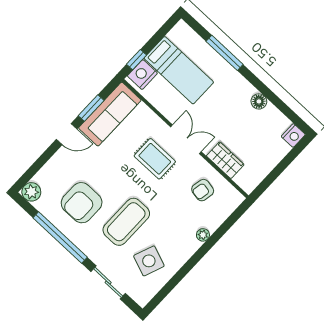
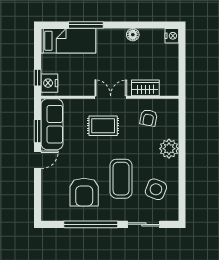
bed: (179, 70) -> (68, 41), moved
plant: (31, 192) -> (49, 213), removed
plant: (203, 235) -> (169, 149), width x1.87, depth x1.87

